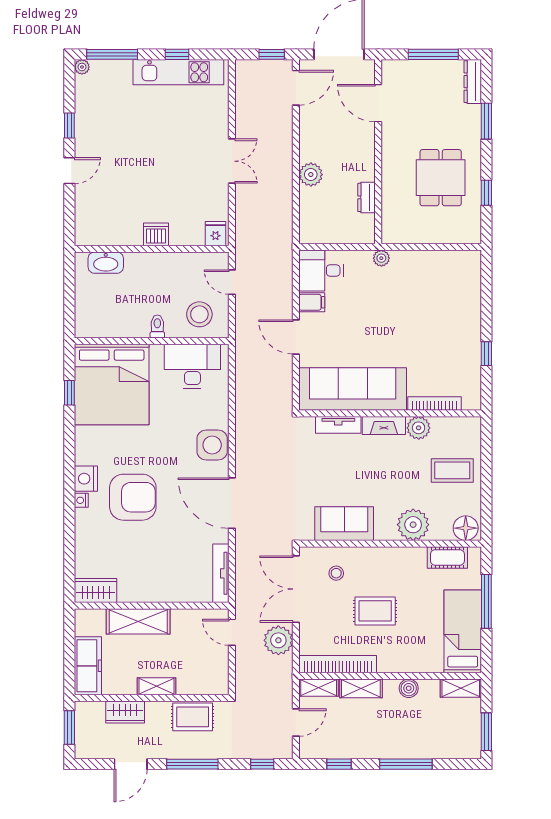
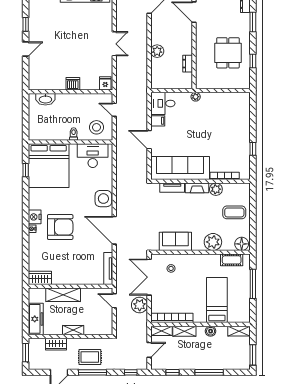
rug: (375, 611) -> (192, 289), removed
bed: (463, 631) -> (217, 300), moved
rug: (193, 717) -> (90, 357), moved

